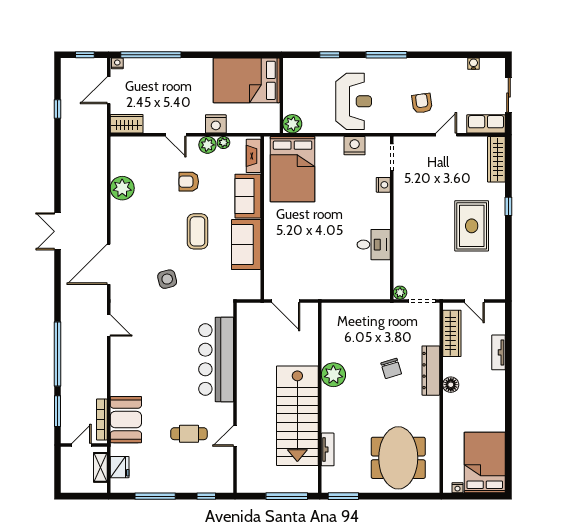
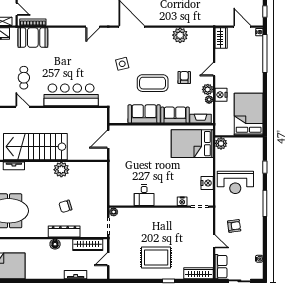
coffee table: (197, 231) -> (153, 83), width x1.36, depth x1.32

